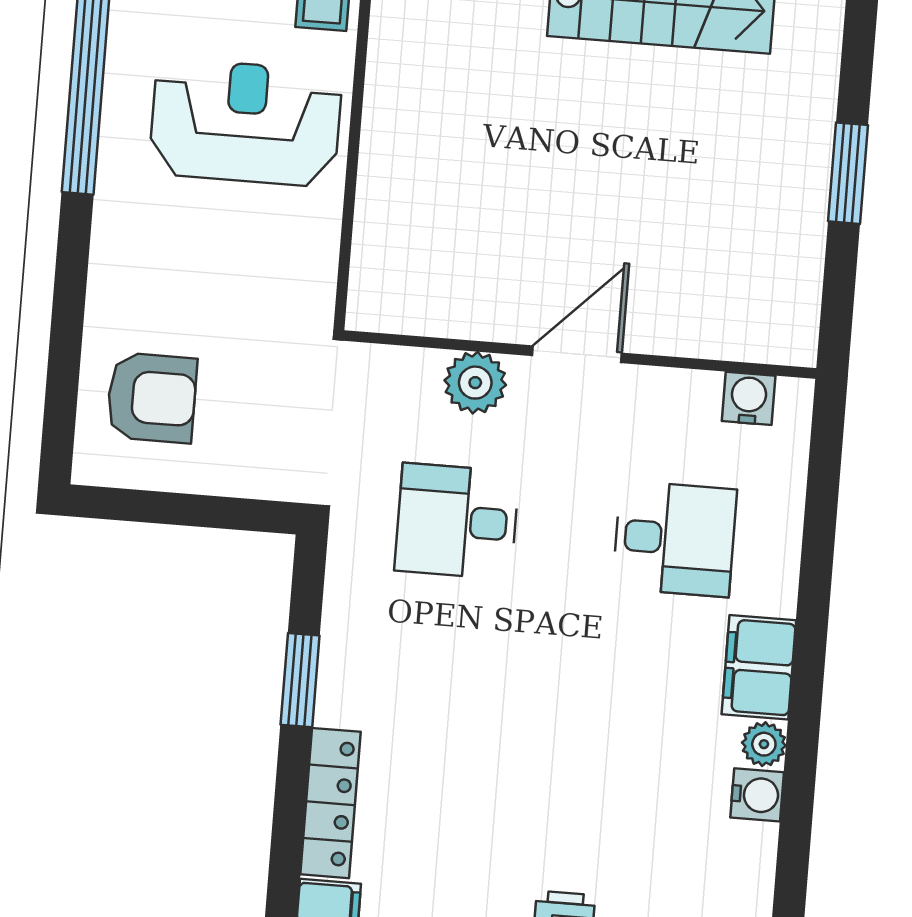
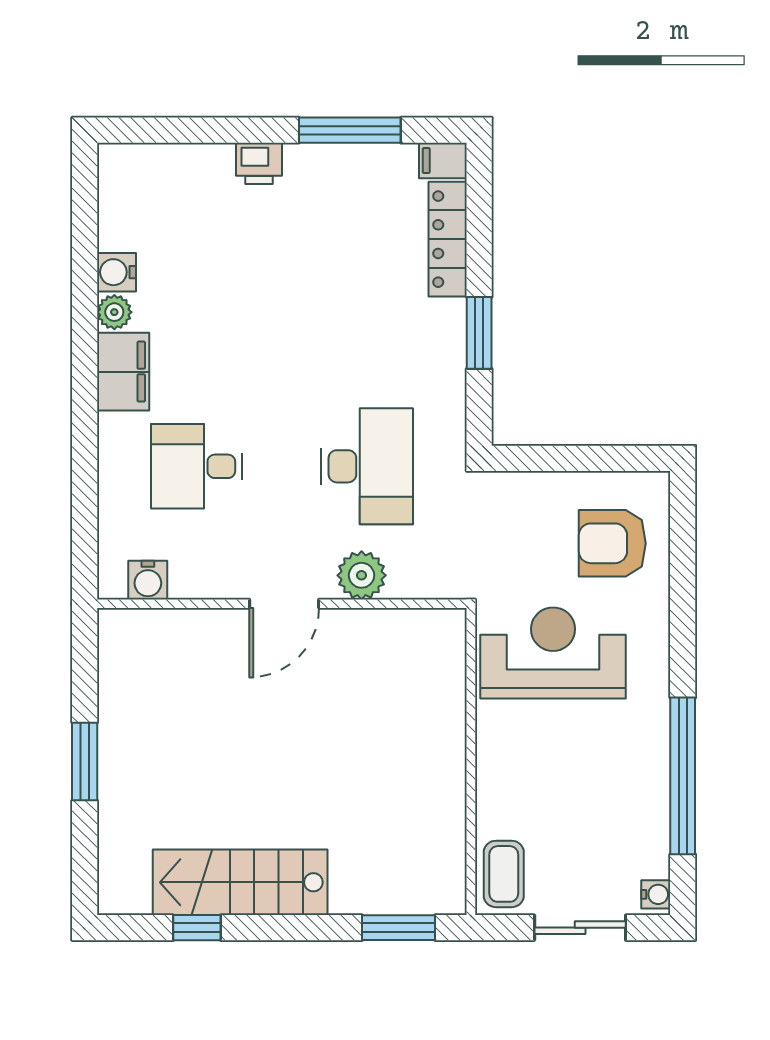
reception desk: (246, 122) -> (553, 653), moved, turned 180
desk: (457, 521) -> (367, 466), width x1.37

